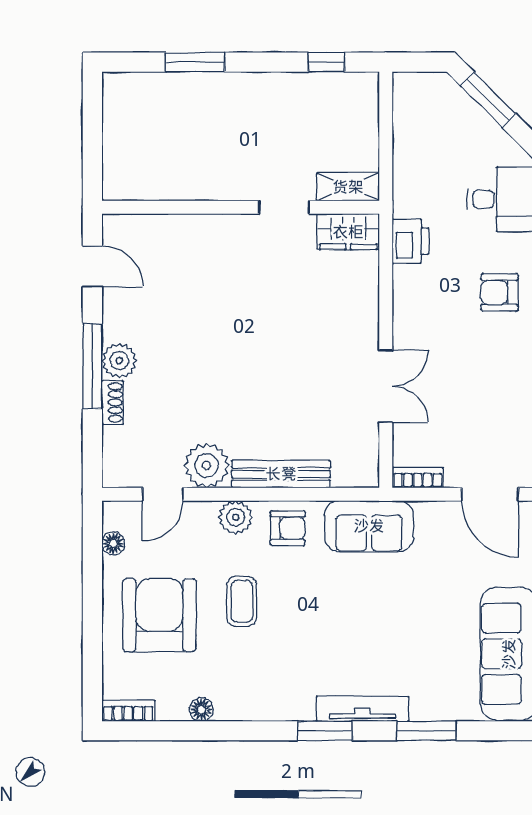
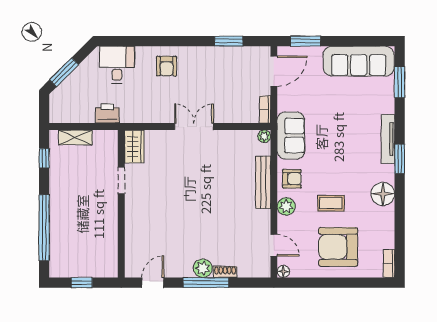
window: (195, 62) -> (44, 228), width x2.11
window: (92, 132) -> (82, 283), added
shelving: (348, 187) -> (75, 137), moved, turned 90
printer: (410, 241) -> (107, 113), moved
double door: (386, 386) -> (194, 127), moved
plant: (207, 465) -> (264, 136), moved, width x0.53, depth x0.53
armchair: (288, 528) -> (292, 179), turned 90
floor lamp: (113, 543) -> (283, 271), moved
floor lamp: (201, 710) -> (383, 194), moved, width x1.89, depth x1.89
window: (426, 731) -> (400, 82), moved

